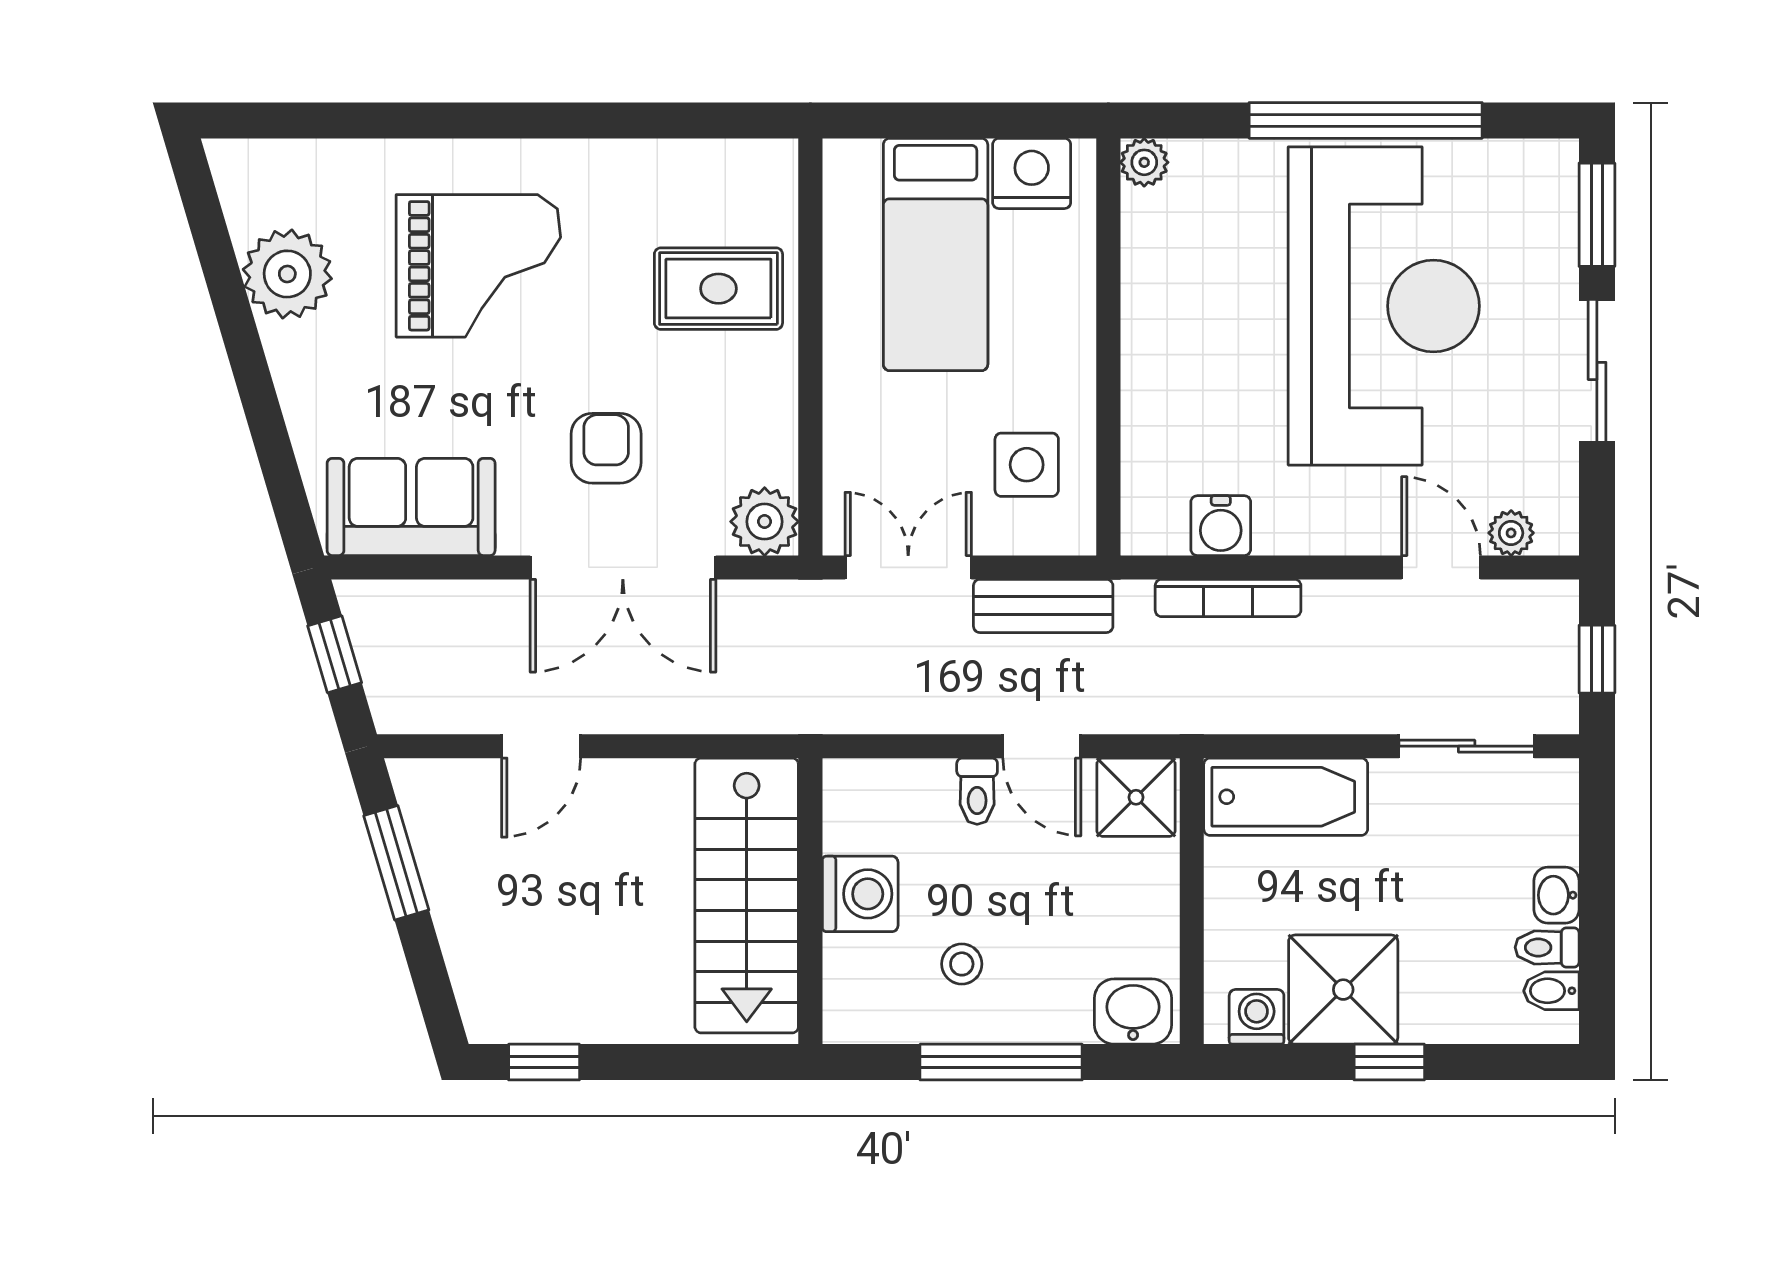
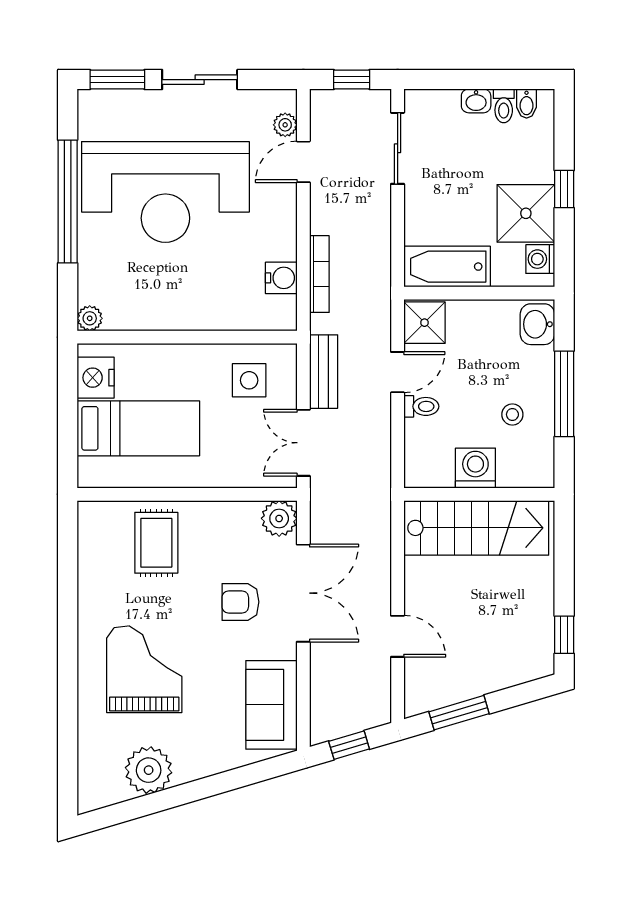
reception desk: (1384, 306) -> (165, 192), turned 180
bathtub: (1286, 797) -> (447, 267), moved, turned -90

